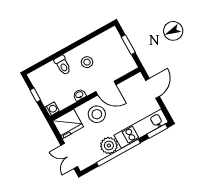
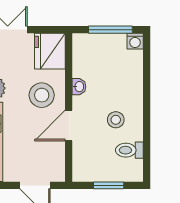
toilet: (63, 65) -> (129, 150), moved
window: (35, 95) -> (110, 30), width x2.17
washing machine: (52, 109) -> (135, 41), moved

